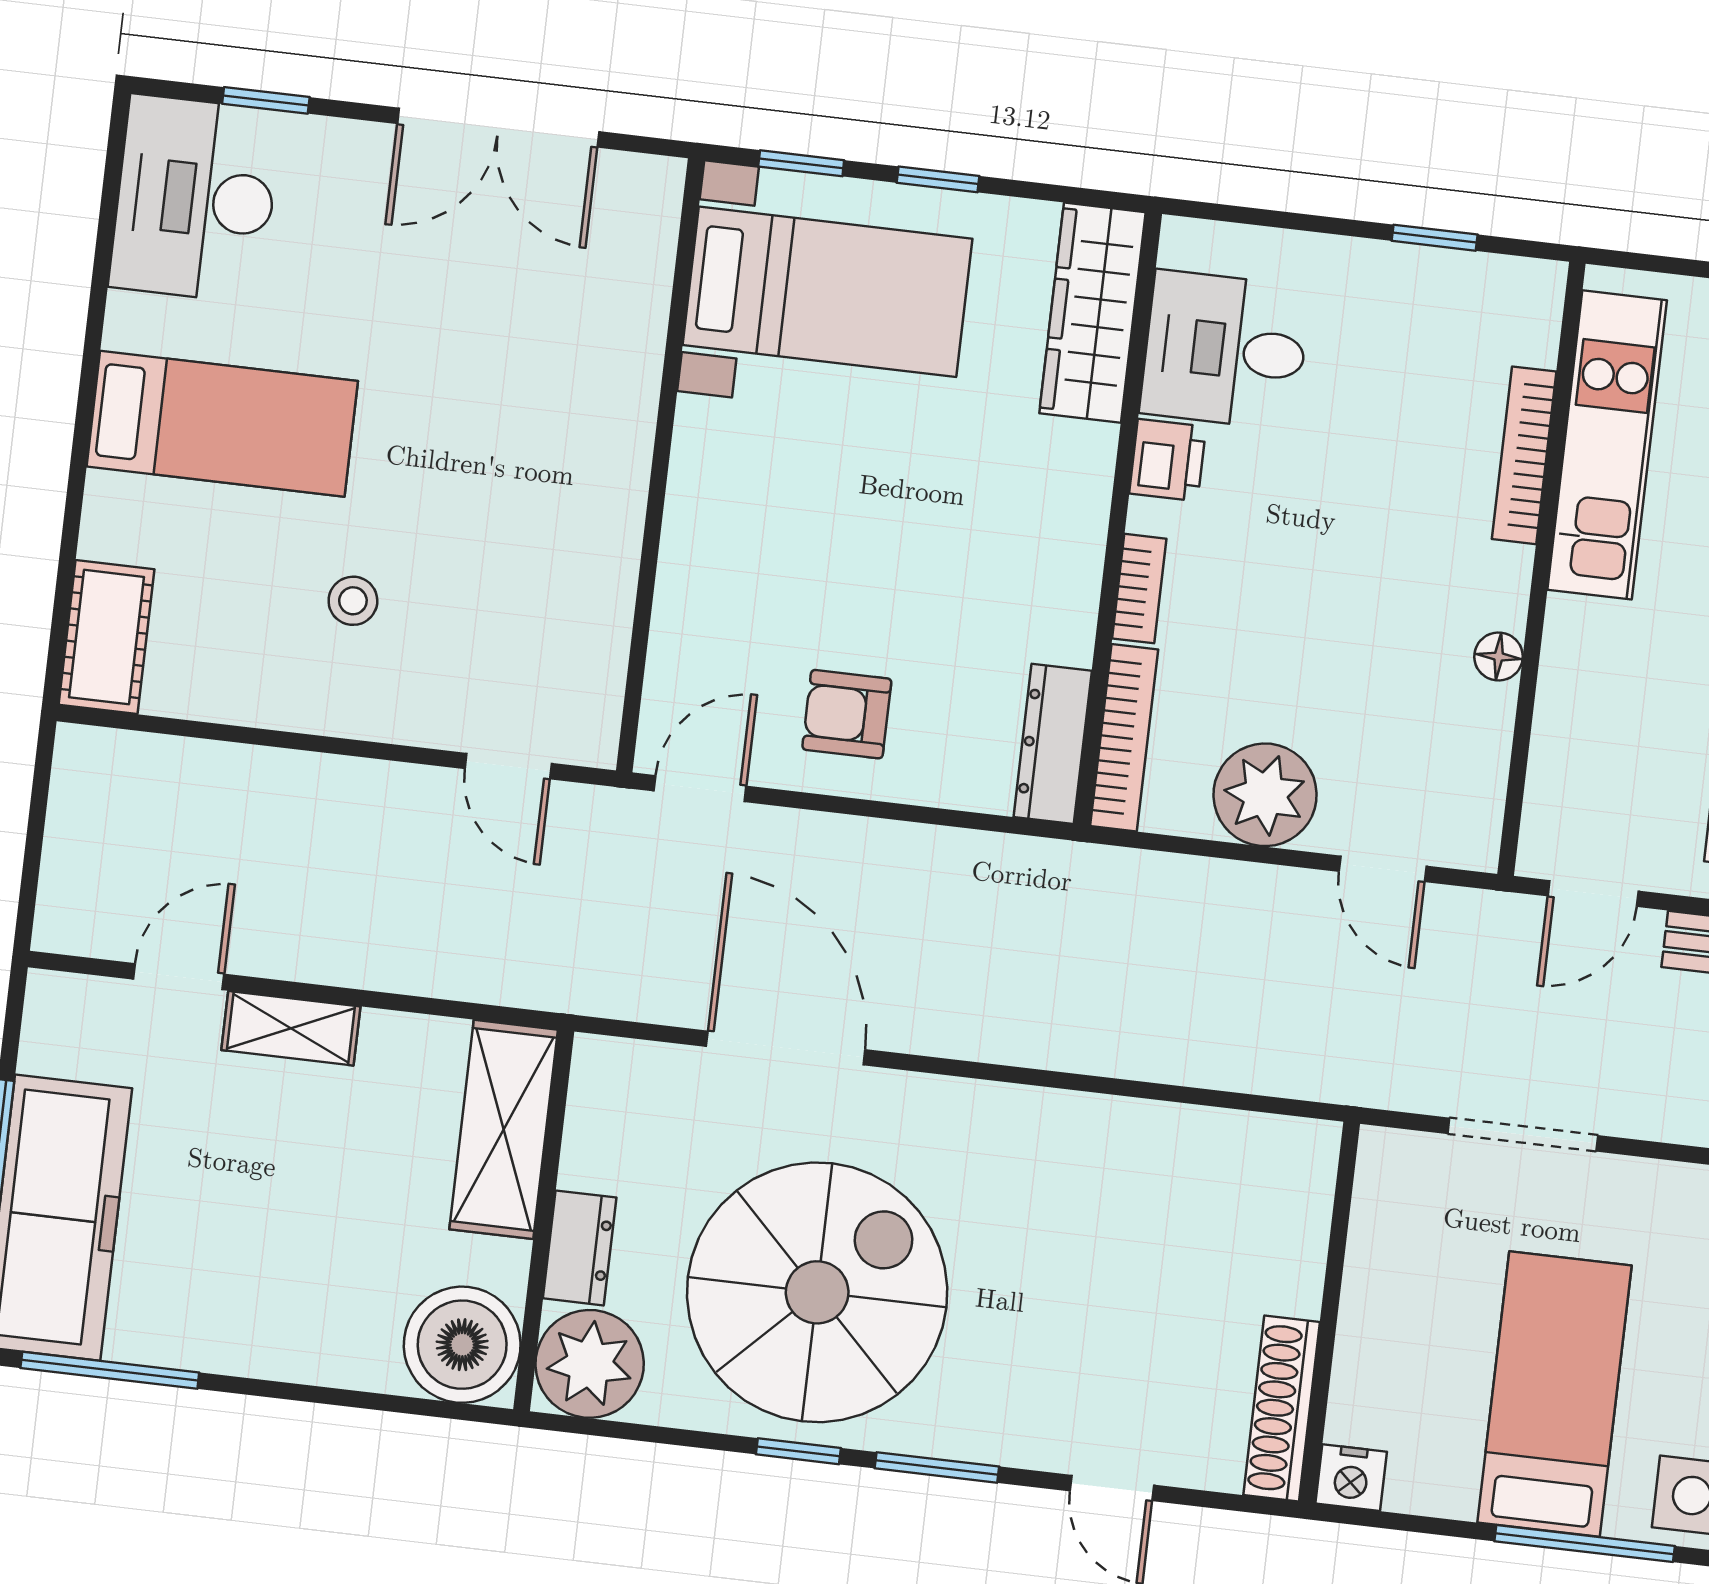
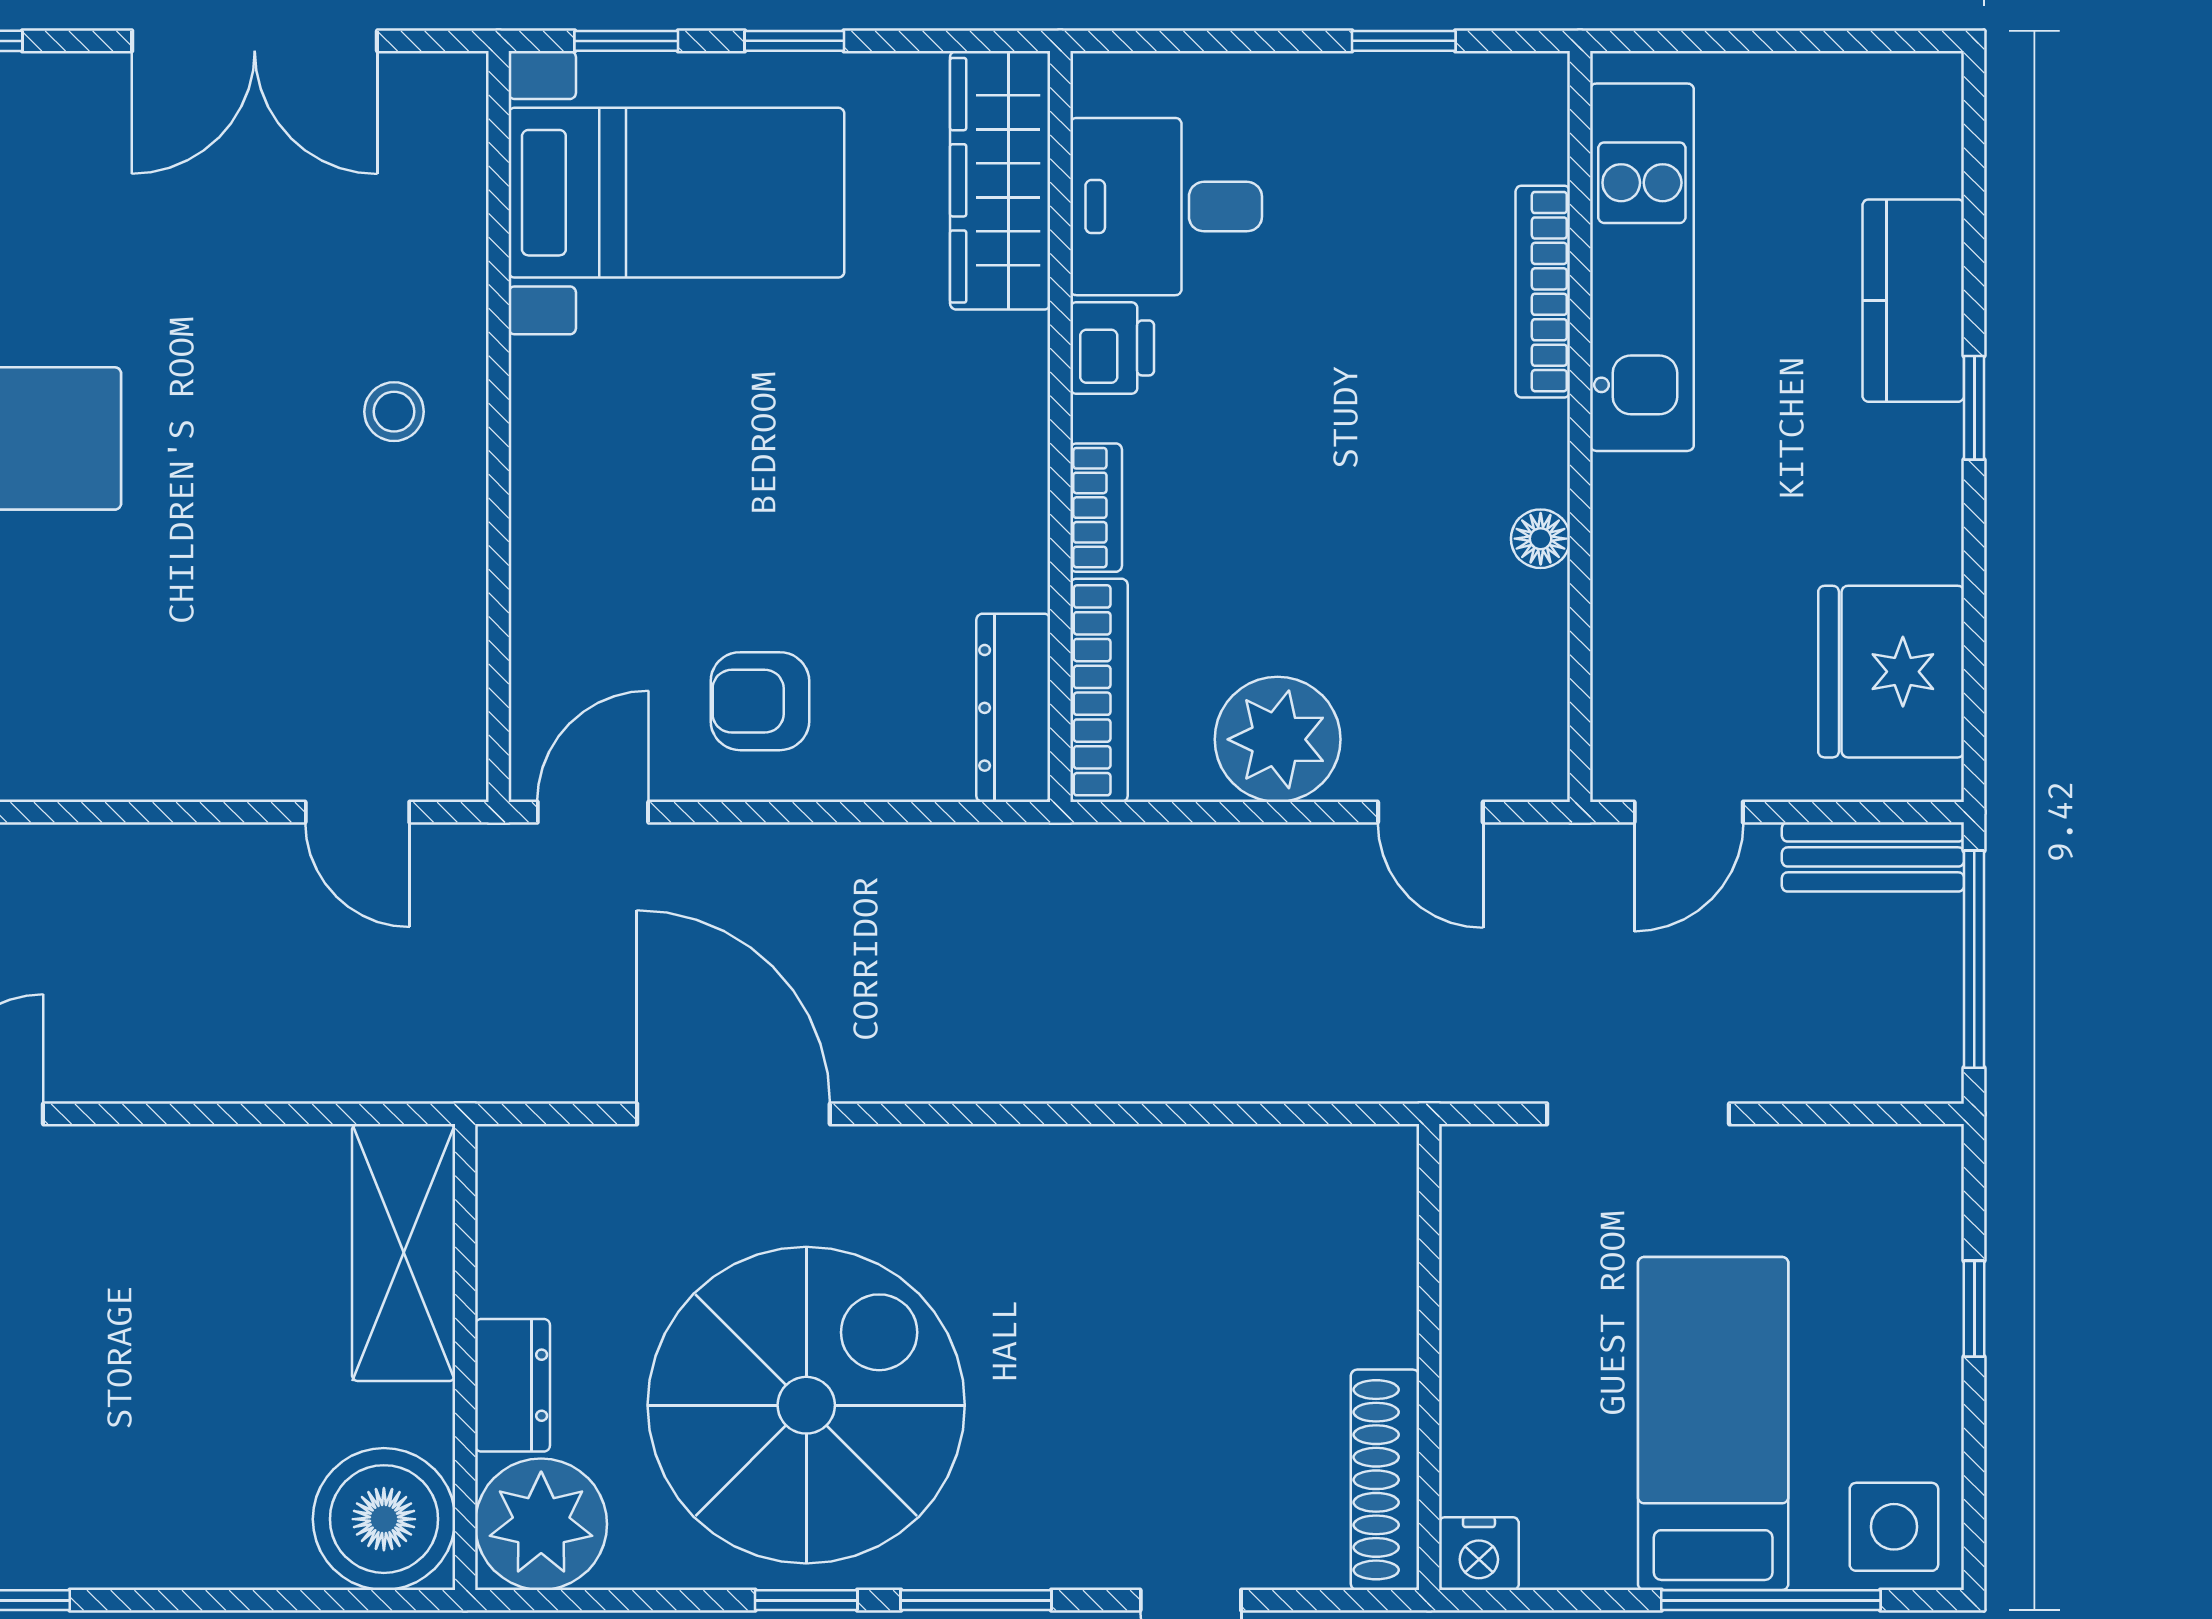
stool: (353, 601) -> (394, 412), moved
shelving: (291, 1028) -> (132, 1160), removed

